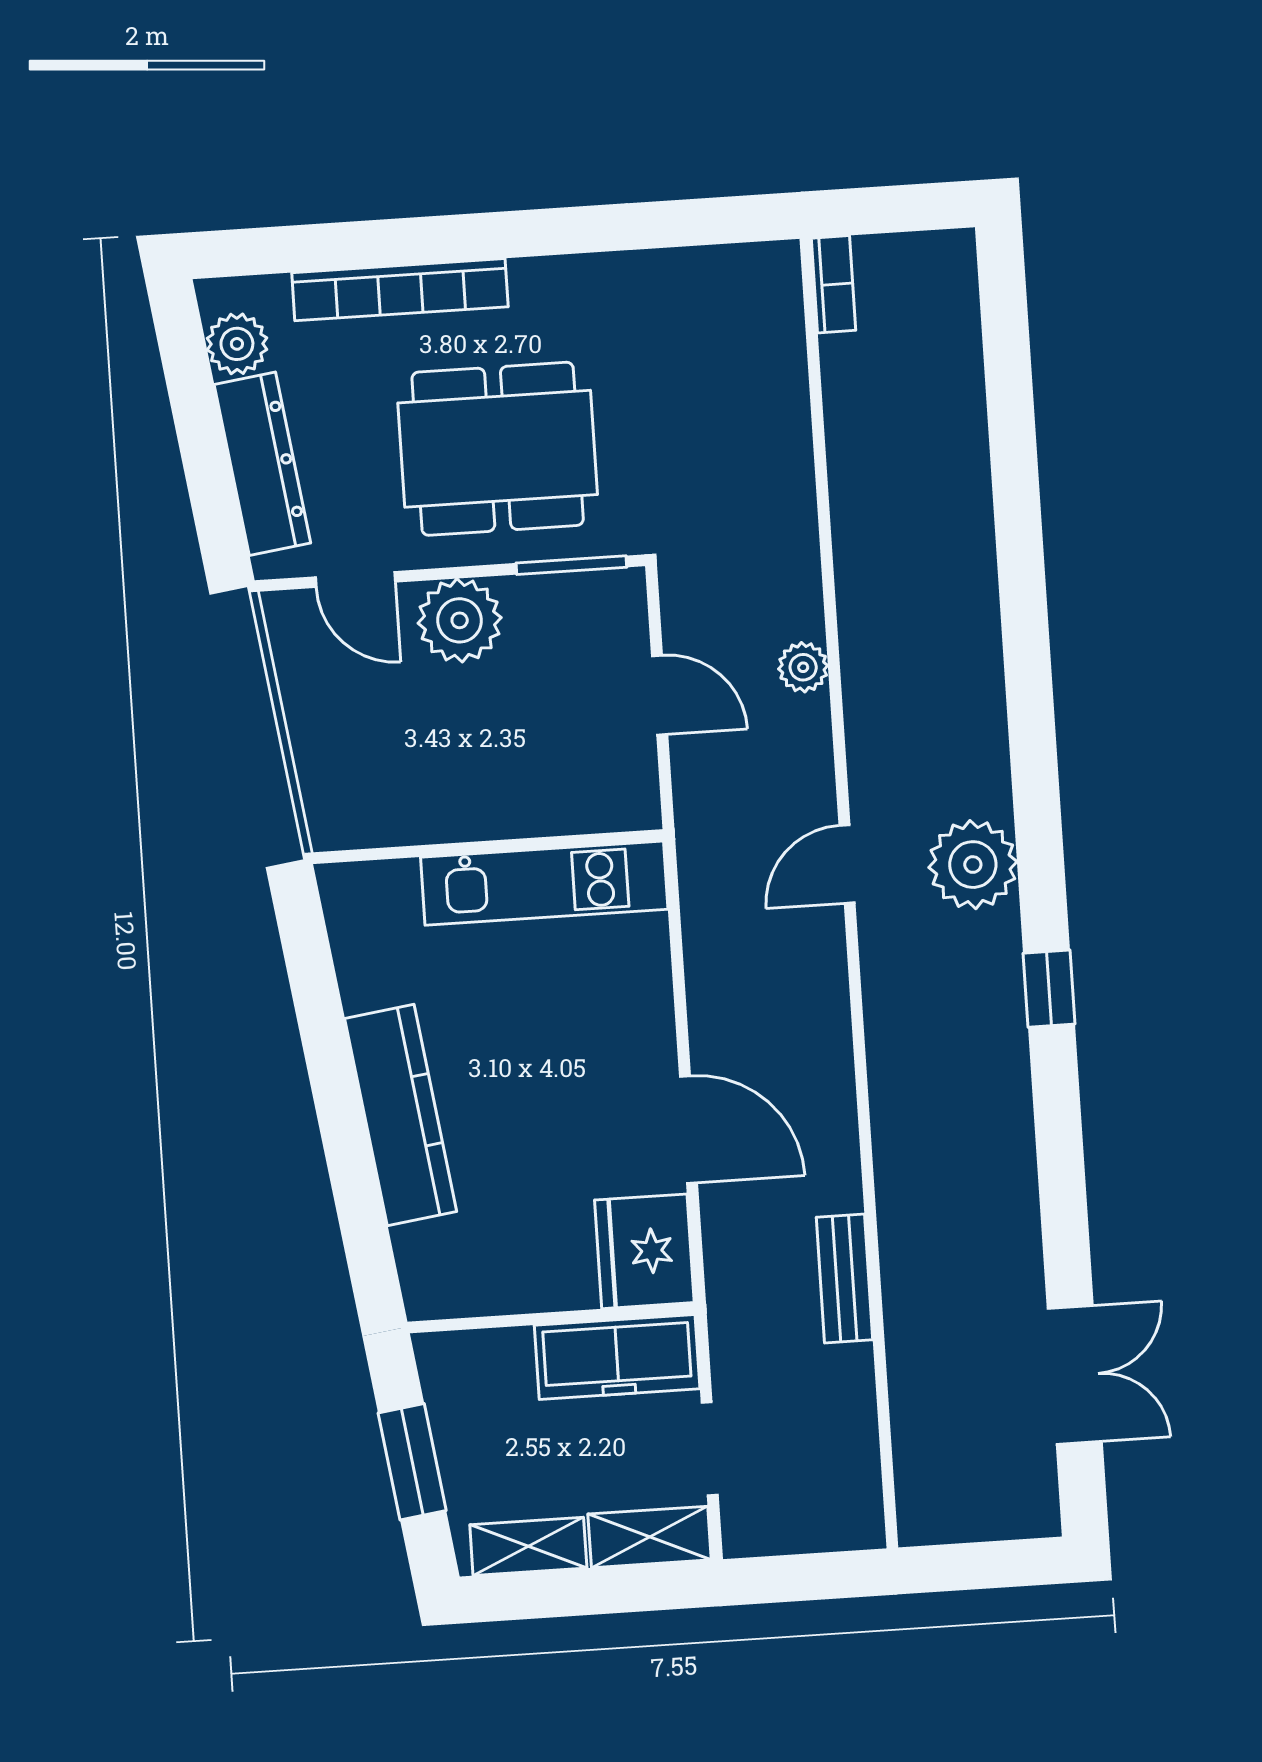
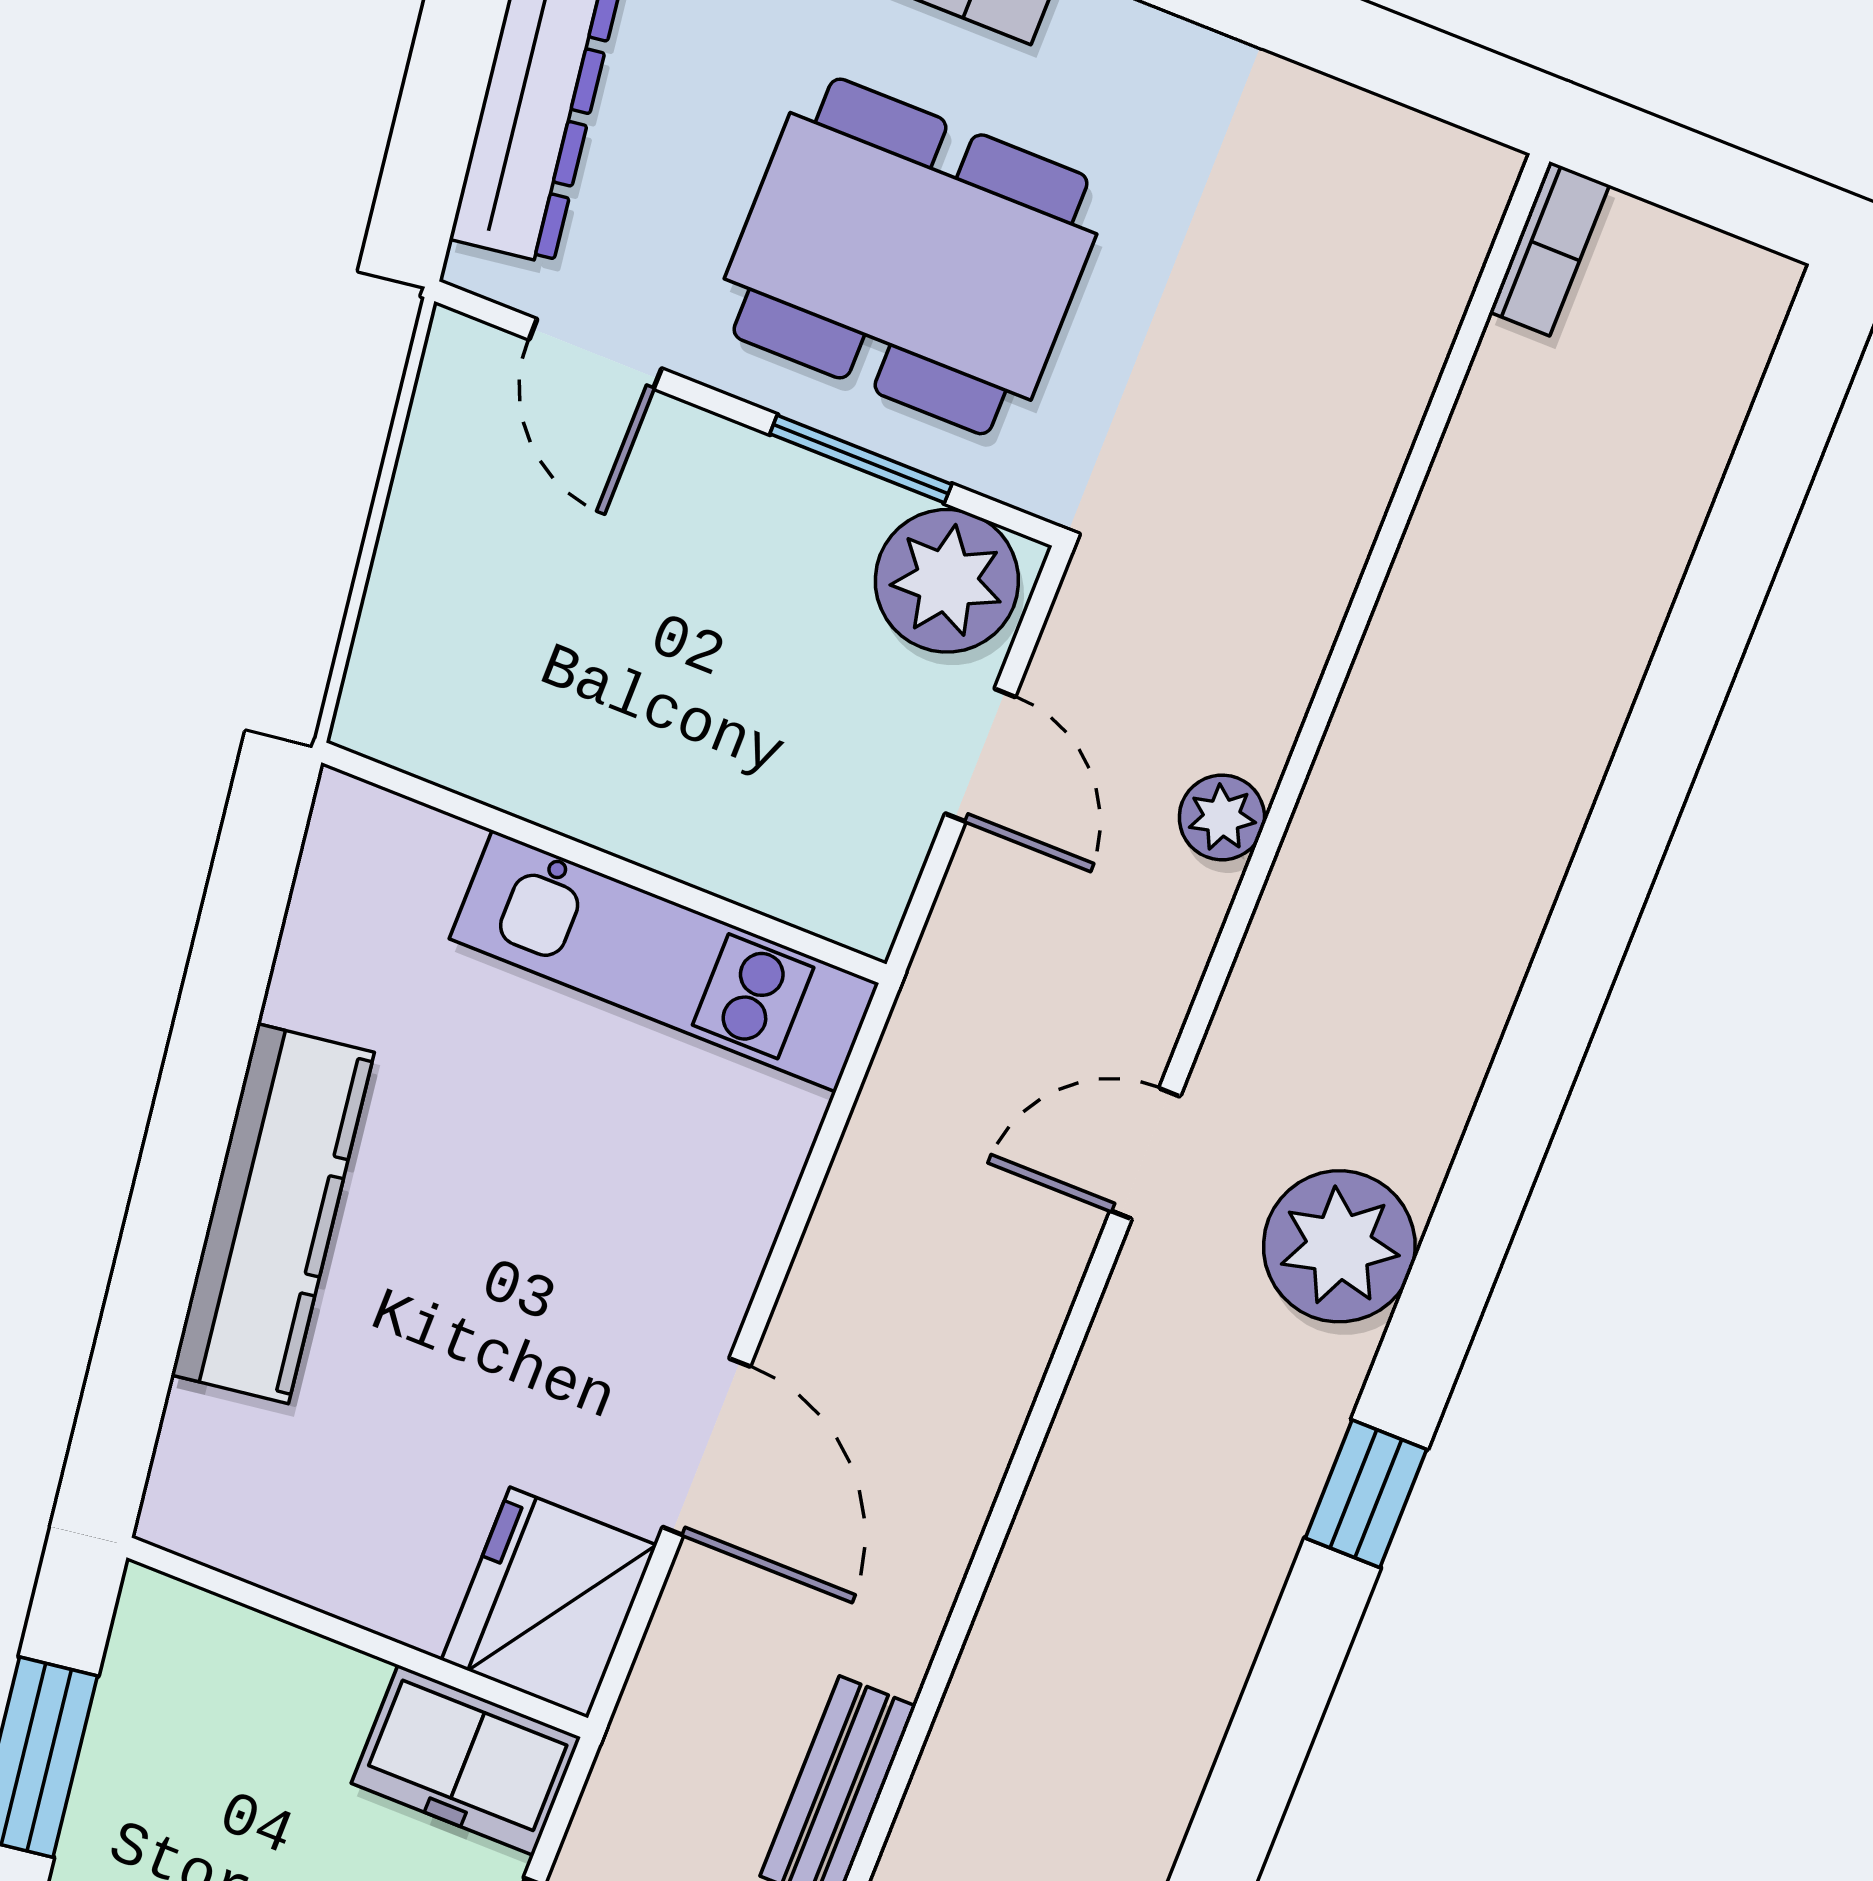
window: (571, 565) -> (861, 459), moved
plant: (460, 620) -> (947, 581), moved
freezer: (617, 1357) -> (466, 1760), width x0.71

